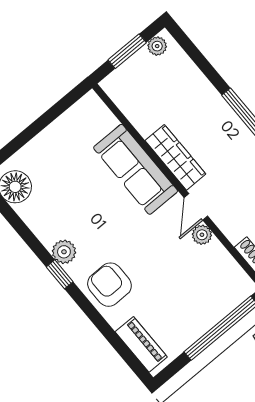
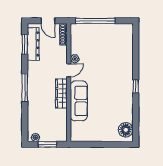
plant: (64, 252) -> (128, 93), removed
armchair: (109, 285) -> (121, 68), removed
piano: (141, 344) -> (128, 38), removed

